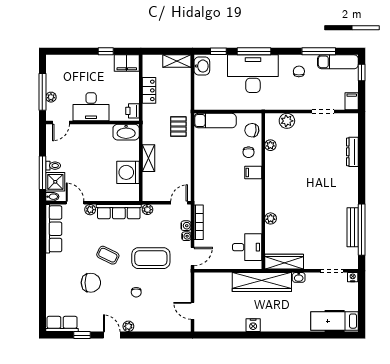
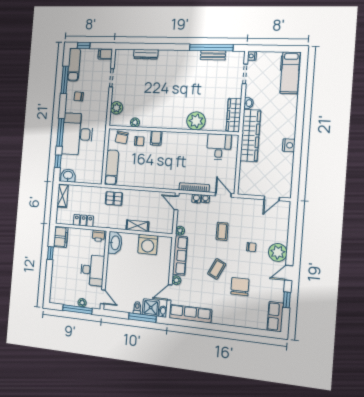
plant: (271, 218) -> (196, 121), width x1.88, depth x1.88
bench: (353, 227) -> (213, 55), width x0.73
coffee table: (151, 258) -> (222, 231), width x0.54, depth x0.58
plant: (128, 326) -> (278, 252), width x1.87, depth x1.87

